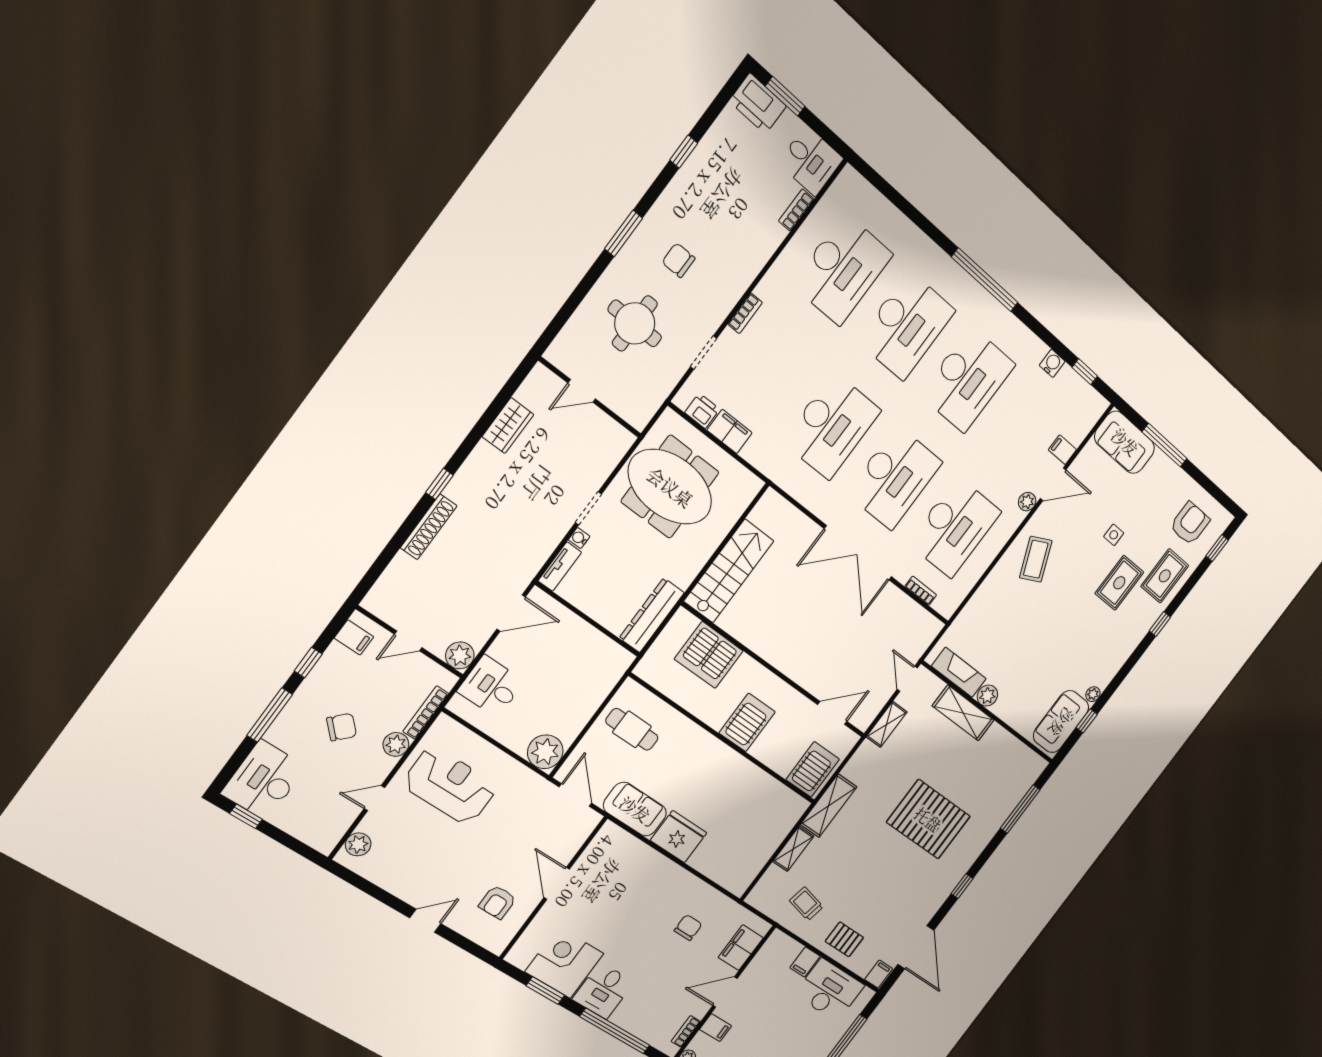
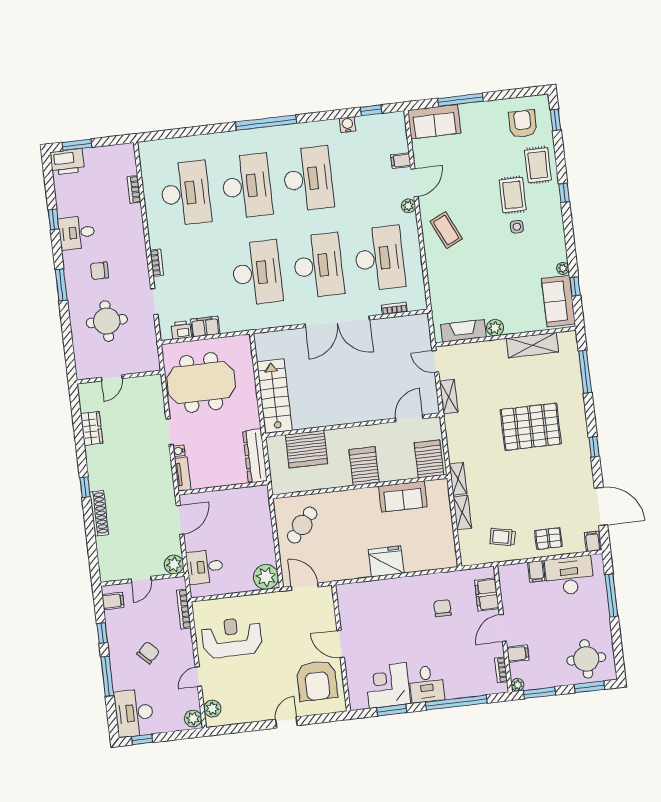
desk: (811, 161) -> (77, 233), moved, turned 180
side table: (1114, 535) -> (517, 227), moved
shelving: (963, 713) -> (532, 345), moved
cafe table: (632, 729) -> (302, 525), turned -49
plant: (396, 744) -> (193, 718), moved
shelving: (829, 806) -> (458, 479), width x0.67, depth x0.75
sofa: (635, 809) -> (403, 497), moved, turned 180
armchair: (498, 902) -> (317, 681), width x1.88, depth x1.88

